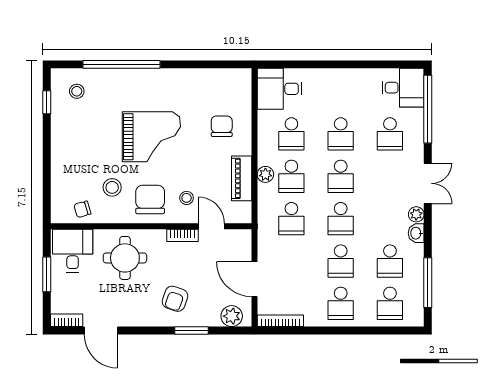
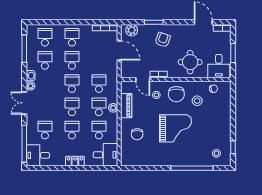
locker: (335, 77) -> (75, 161), added
grand piano: (151, 137) -> (176, 128), turned 180

